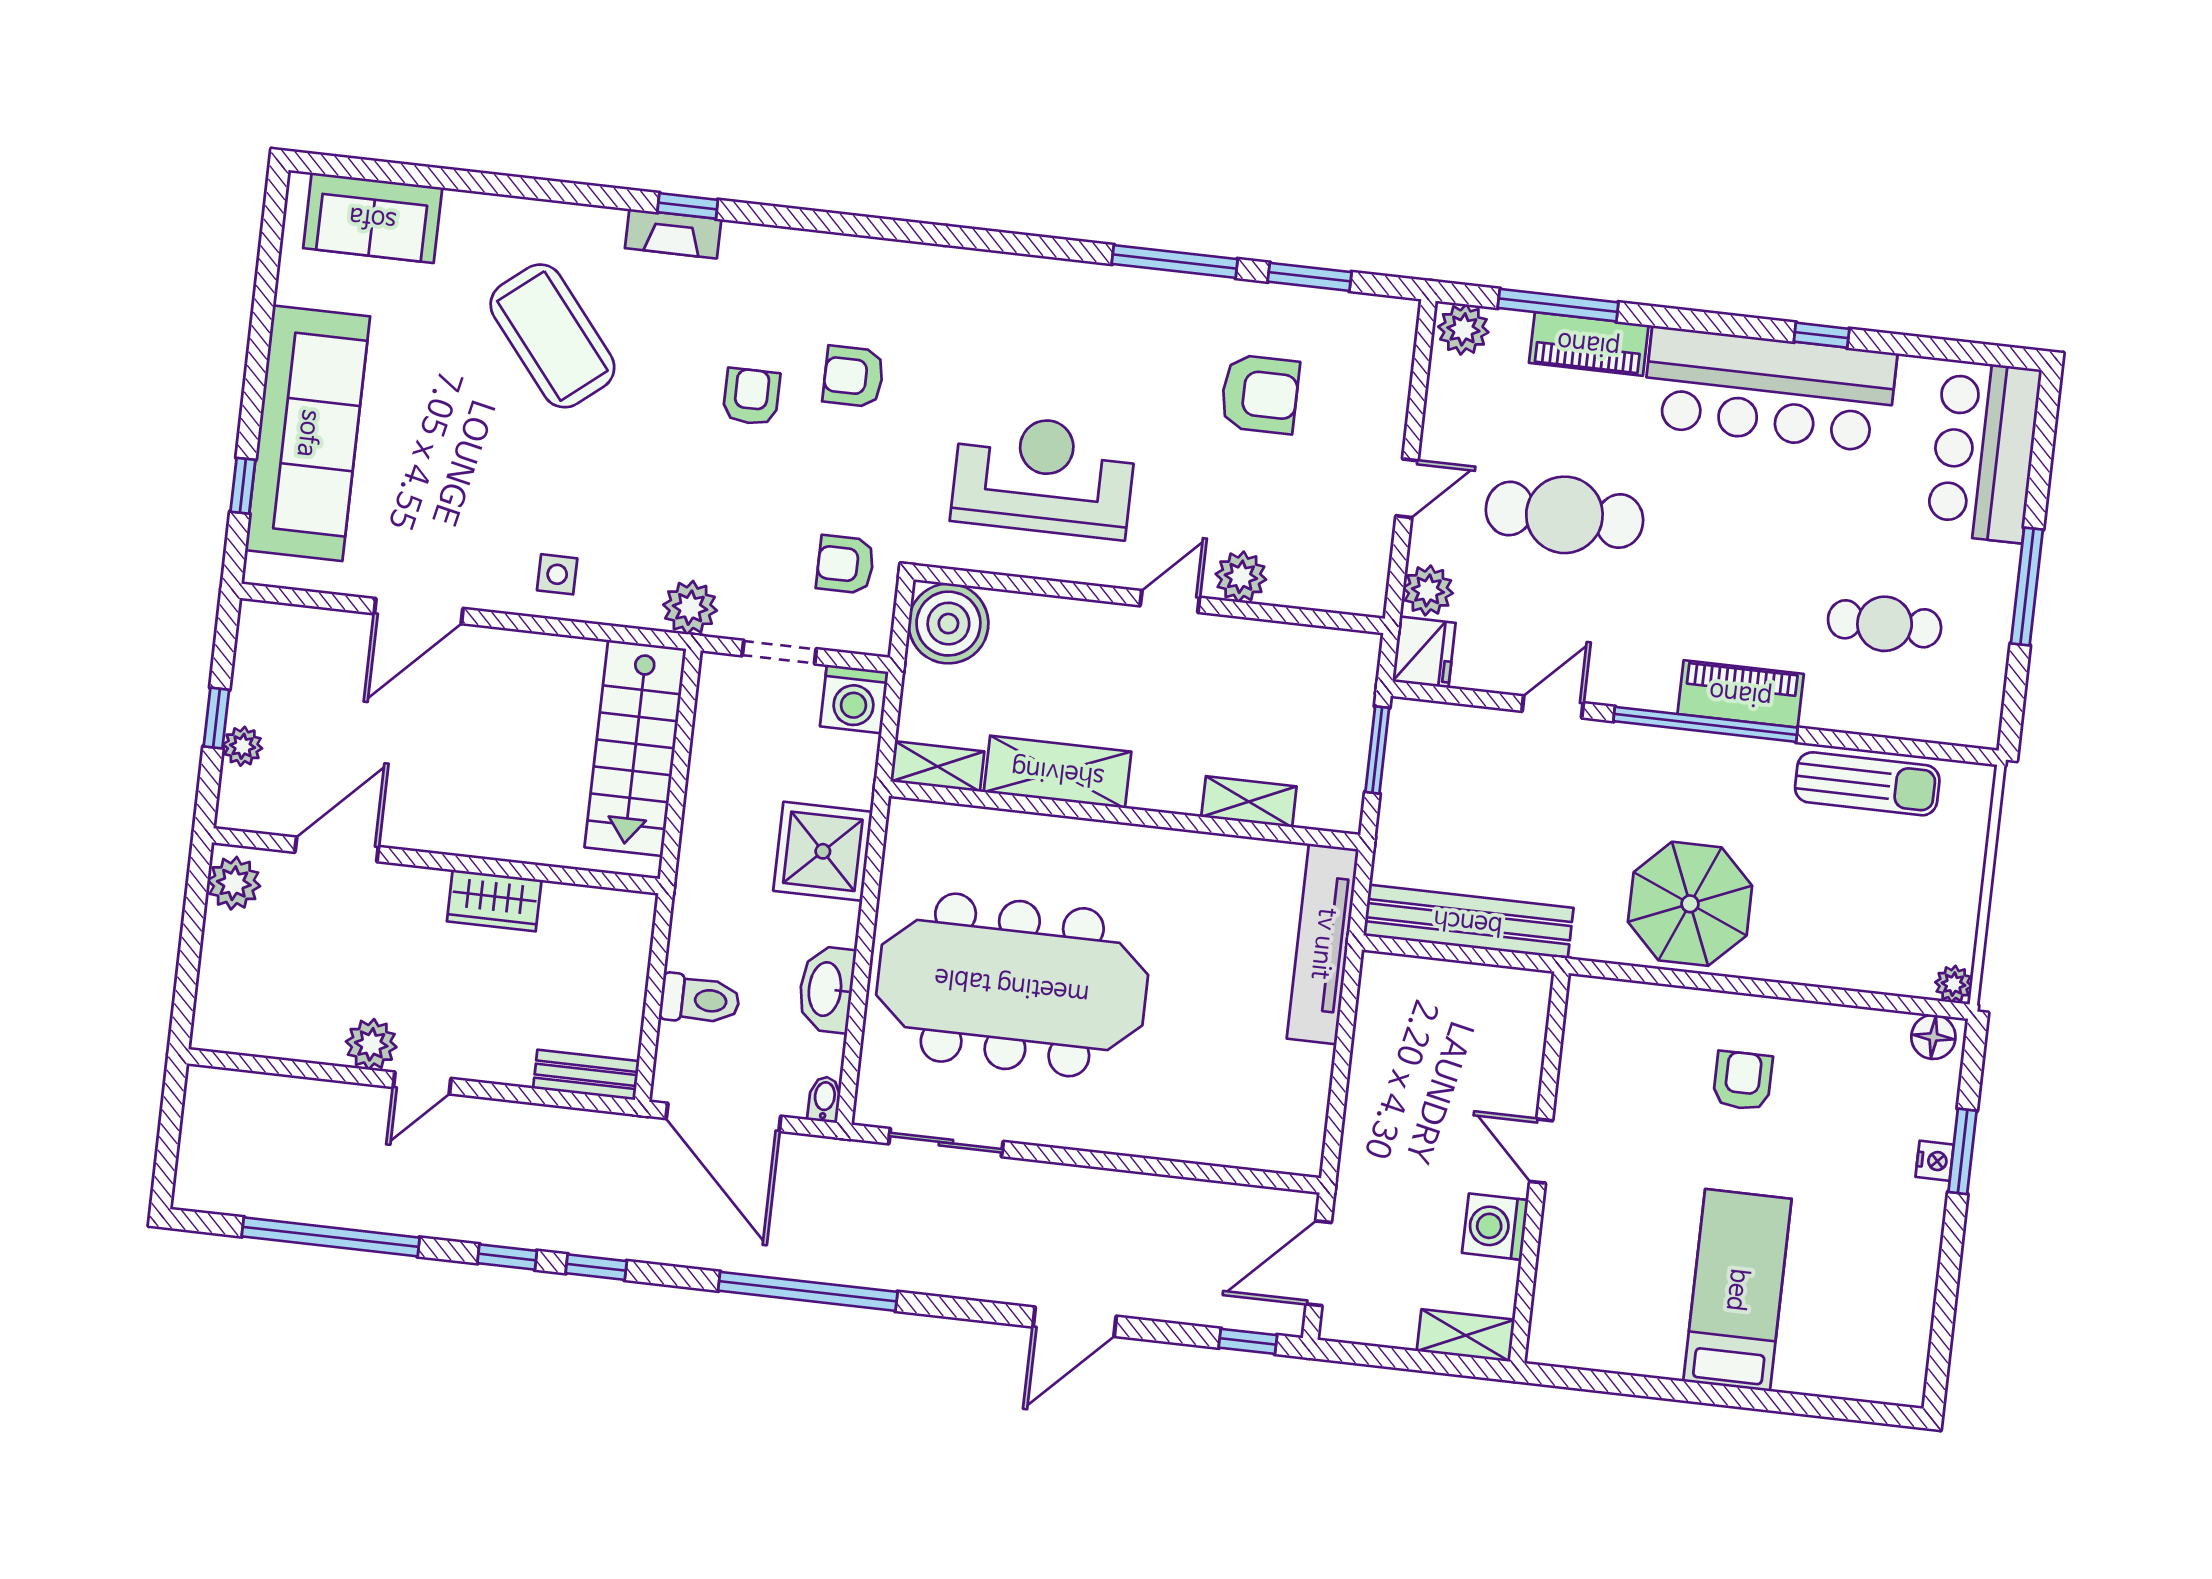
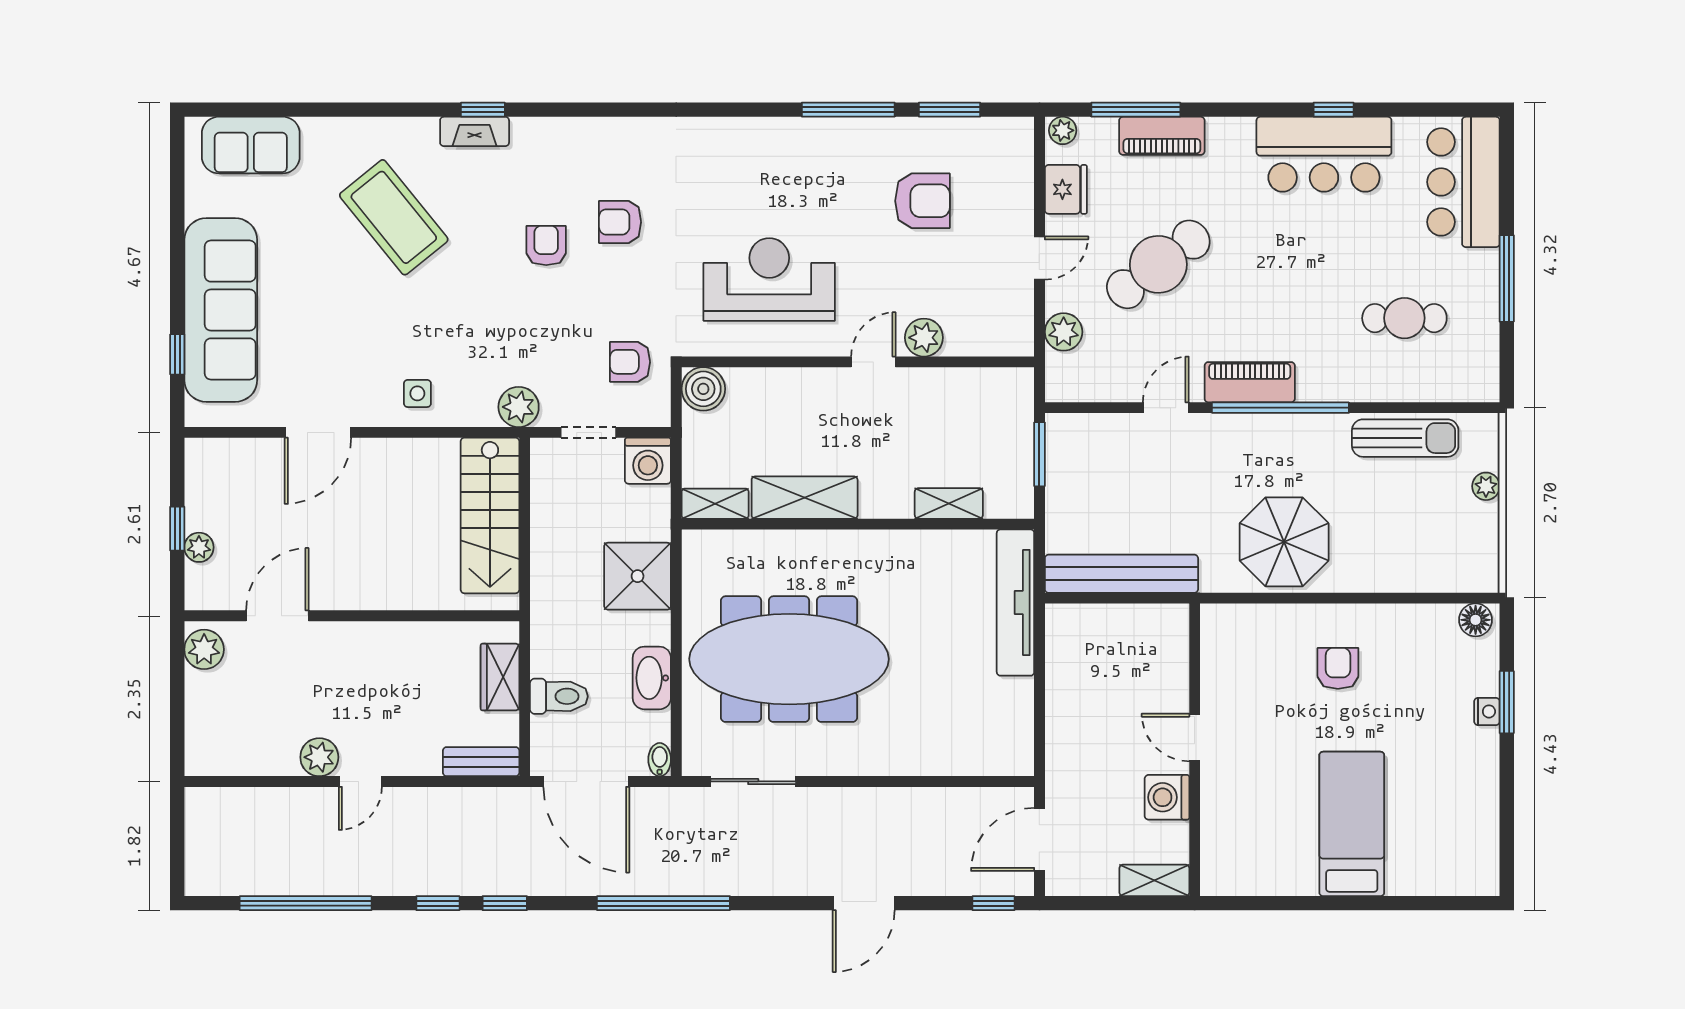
plant: (1463, 329) -> (1063, 130), width x0.73, depth x0.73
bar counter: (1769, 389) -> (1324, 154), width x0.73
cafe table: (1564, 515) -> (1158, 264), turned -37
boiler: (948, 624) -> (703, 389), width x0.73, depth x0.73
fridge: (1424, 652) -> (1066, 189), moved
piano: (1741, 694) -> (1250, 382), moved
wardrobe: (494, 901) -> (500, 677), moved, turned 90
plant: (1954, 984) -> (1486, 486), moved

